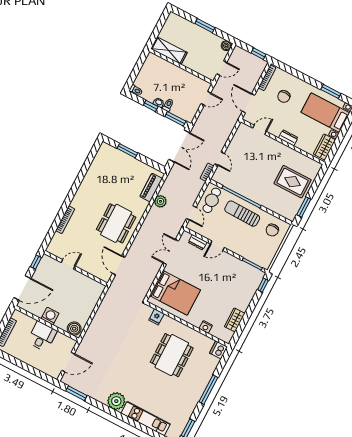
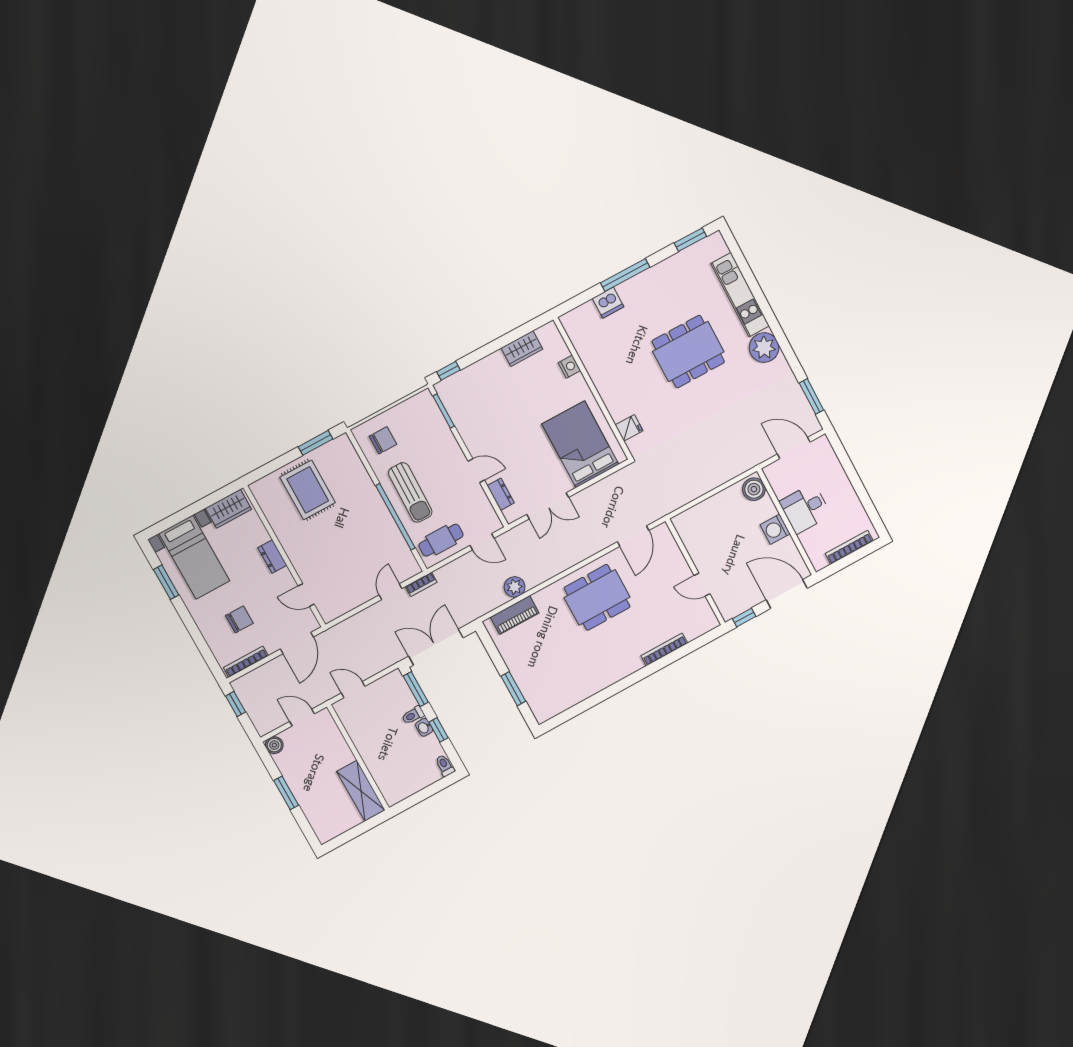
door: (191, 213) -> (482, 542), swing flipped
dishwasher: (218, 350) -> (608, 303), moved
dining table: (172, 355) -> (688, 352), moved

